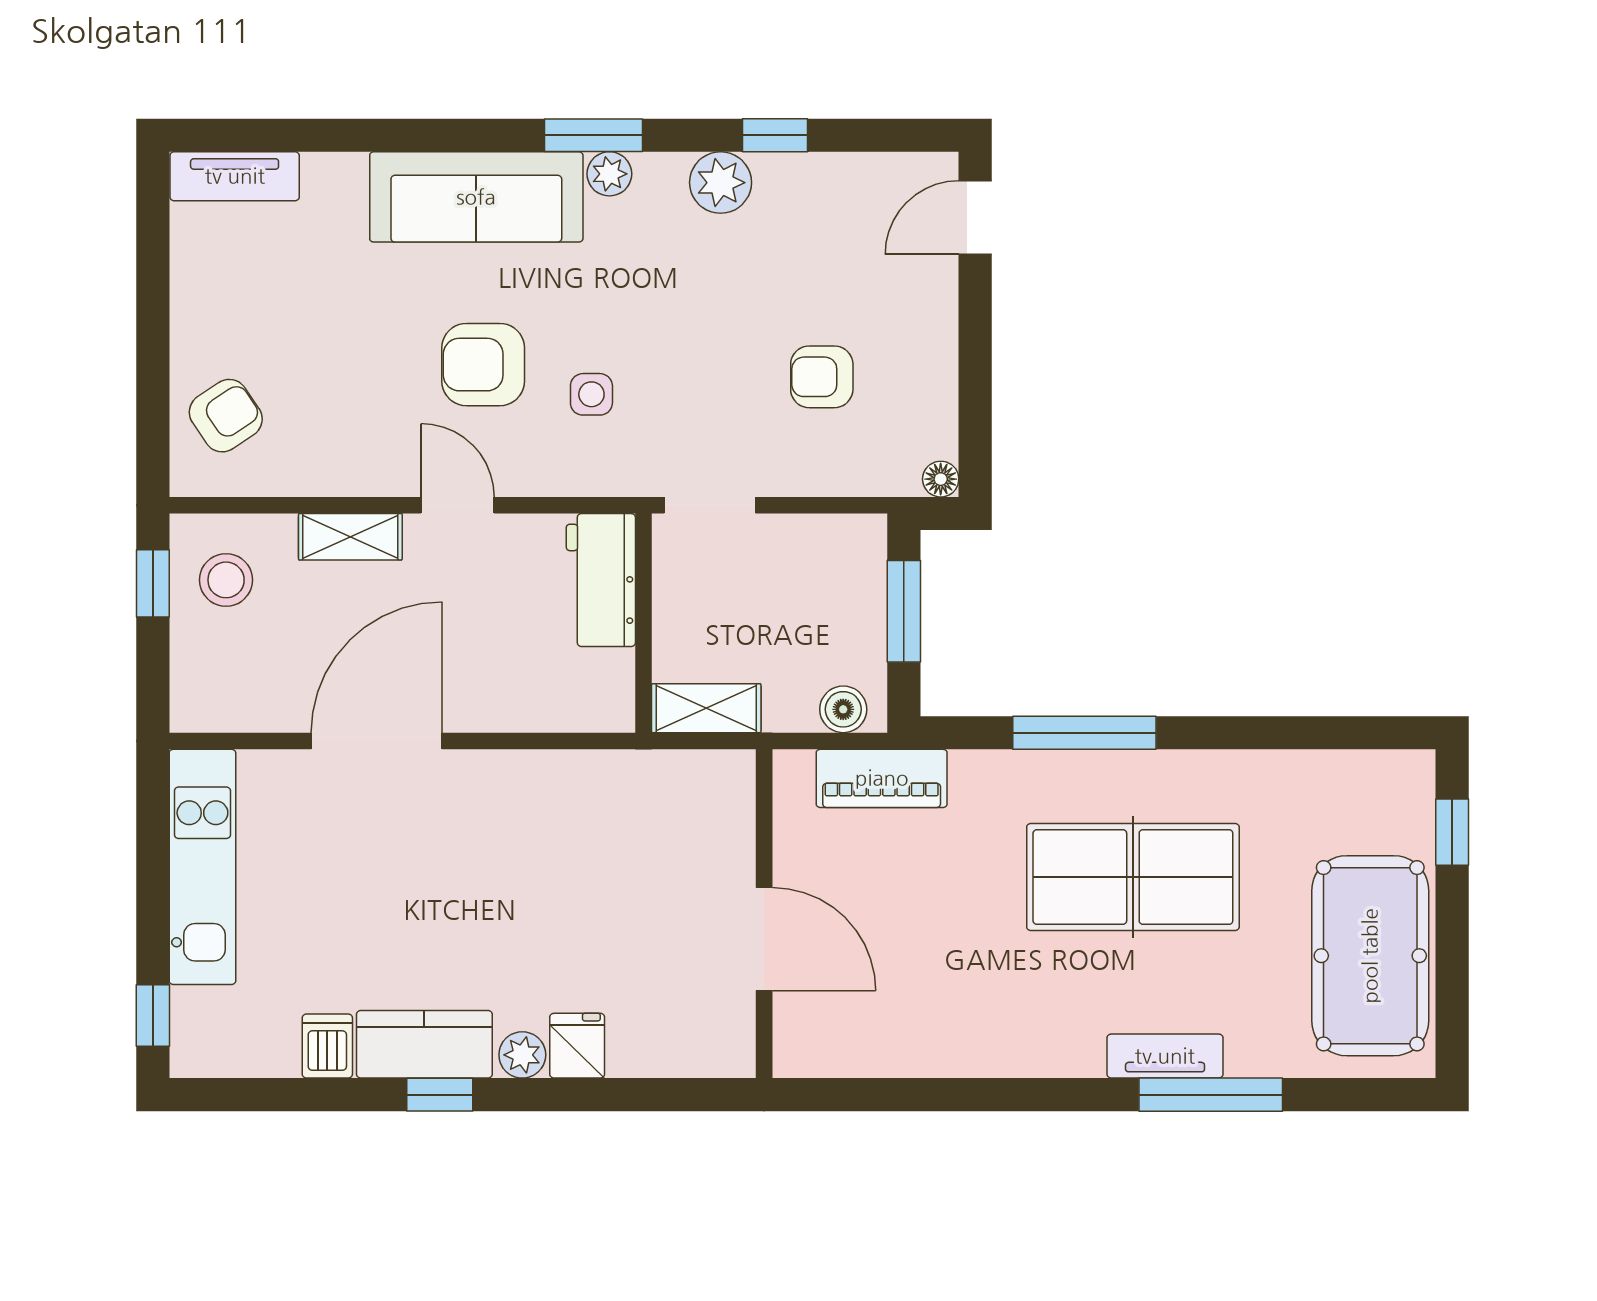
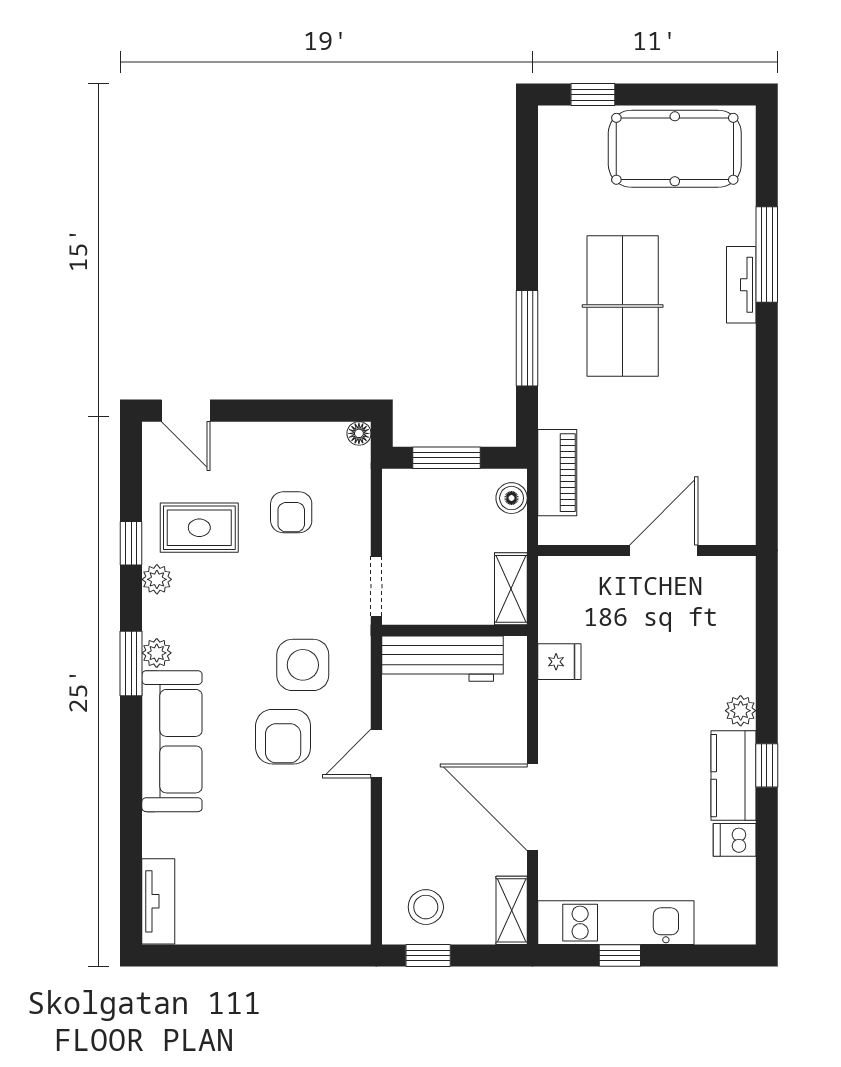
plant: (721, 183) -> (157, 579), width x0.73, depth x0.73
rug: (798, 238) -> (199, 528), added
side table: (591, 394) -> (303, 665), width x1.87, depth x1.87
armchair: (226, 416) -> (317, 907), removed
shelving: (350, 537) -> (512, 910), moved
workbench: (601, 580) -> (442, 659), width x1.38
window: (153, 1016) -> (620, 956), moved
fridge: (577, 1046) -> (559, 662), moved, turned 180

